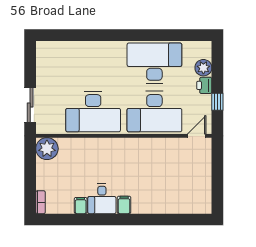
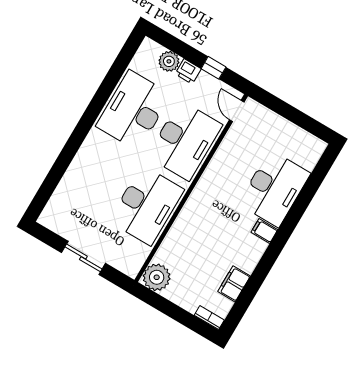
sliding door: (30, 105) -> (83, 258), moved
desk: (102, 199) -> (274, 189), moved, width x1.87, depth x1.30
filing cabinet: (81, 206) -> (234, 284), width x2.00

